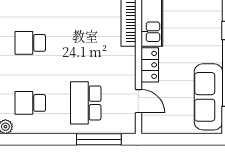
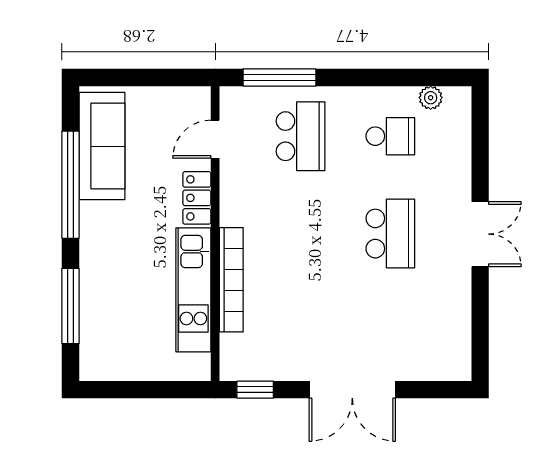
school desk: (30, 43) -> (390, 234), width x1.85
door: (138, 101) -> (215, 139), hinge flipped

